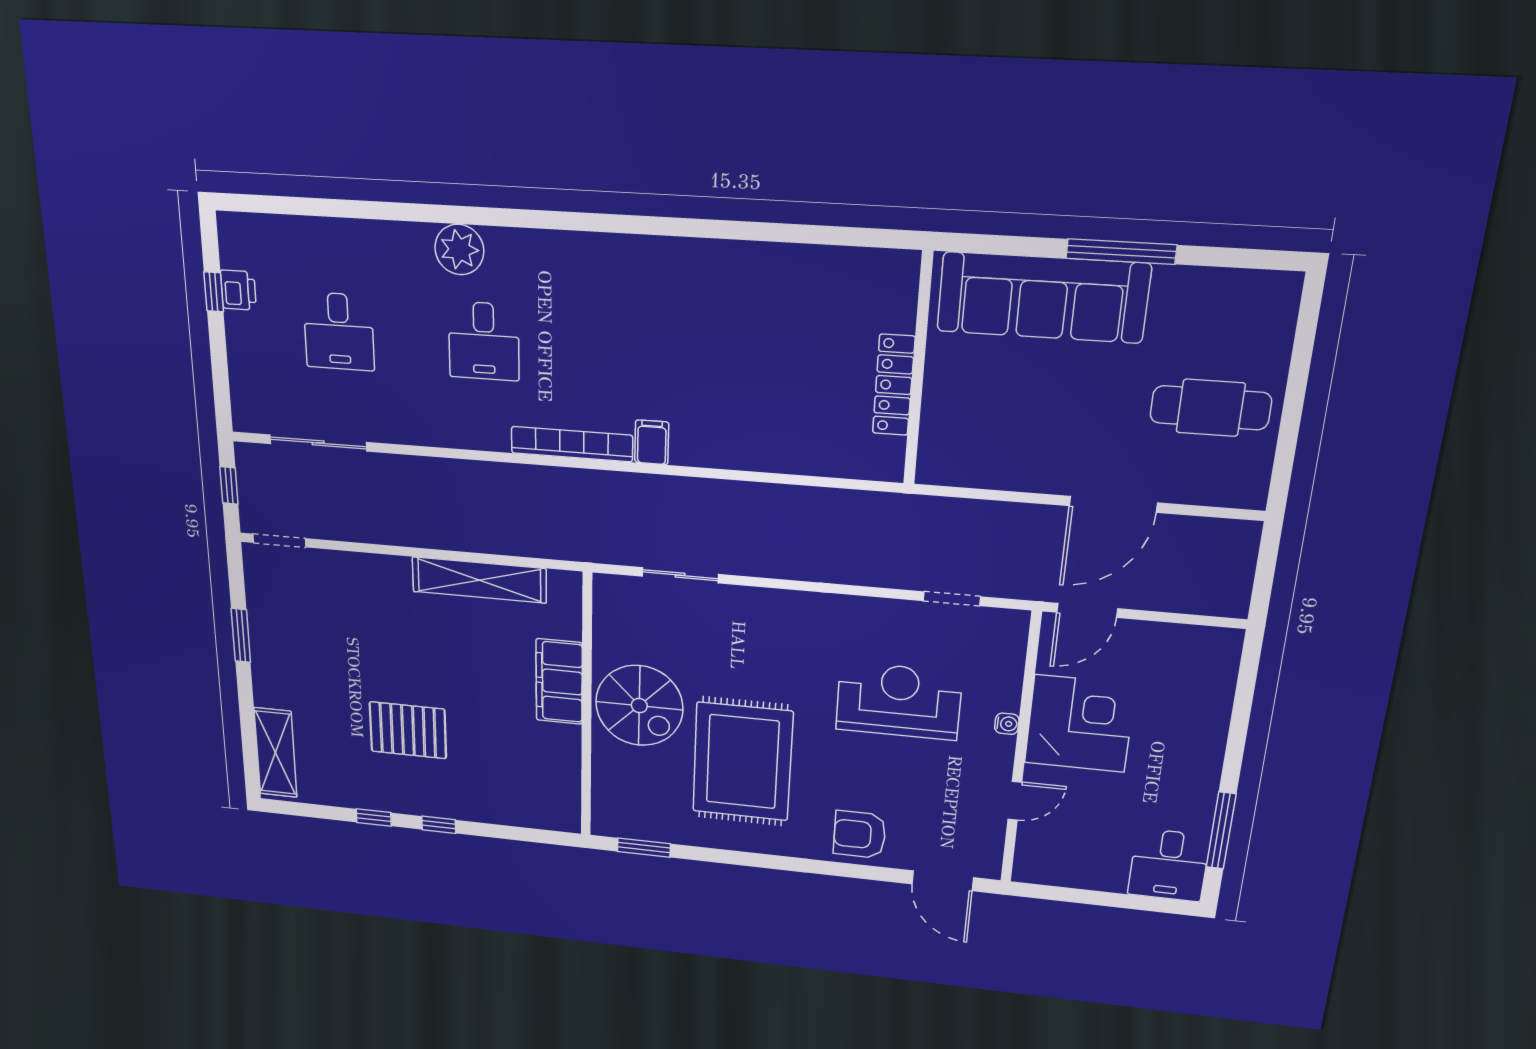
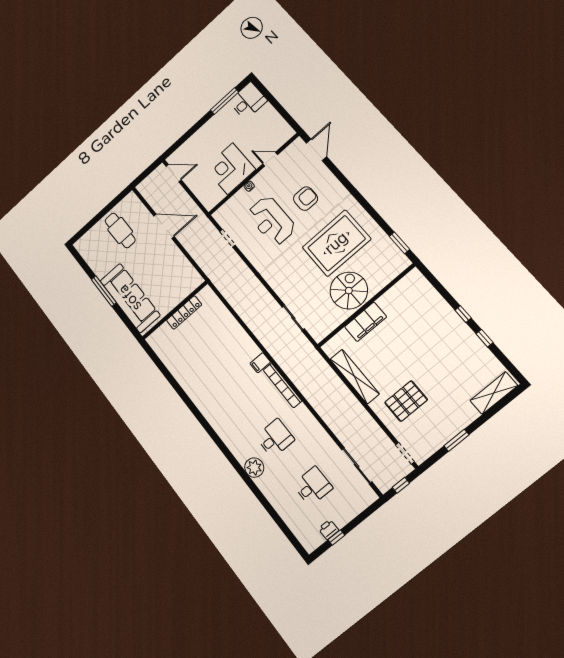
door: (1087, 610) -> (174, 173), moved
pallet: (408, 730) -> (406, 401), moved, turned 90
armchair: (860, 834) -> (306, 199), moved, turned -90

